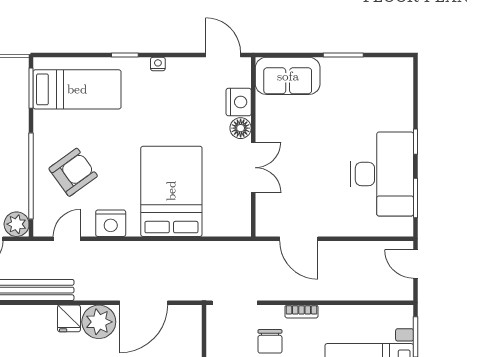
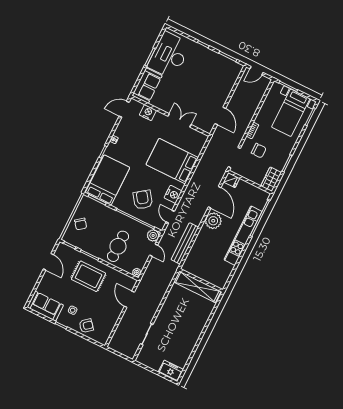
bed: (77, 89) -> (108, 180), width x1.50
floor lamp: (241, 128) -> (160, 117), removed
desk: (382, 174) -> (169, 55), moved, turned -90
door: (299, 239) -> (220, 116), hinge flipped
fridge: (69, 318) -> (232, 180), moved

